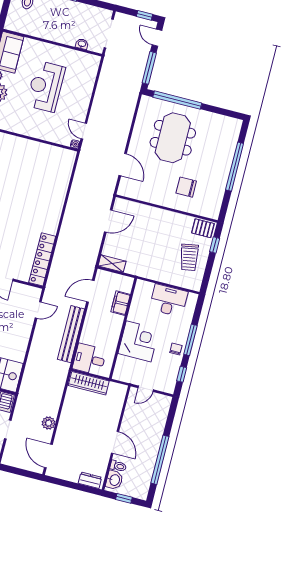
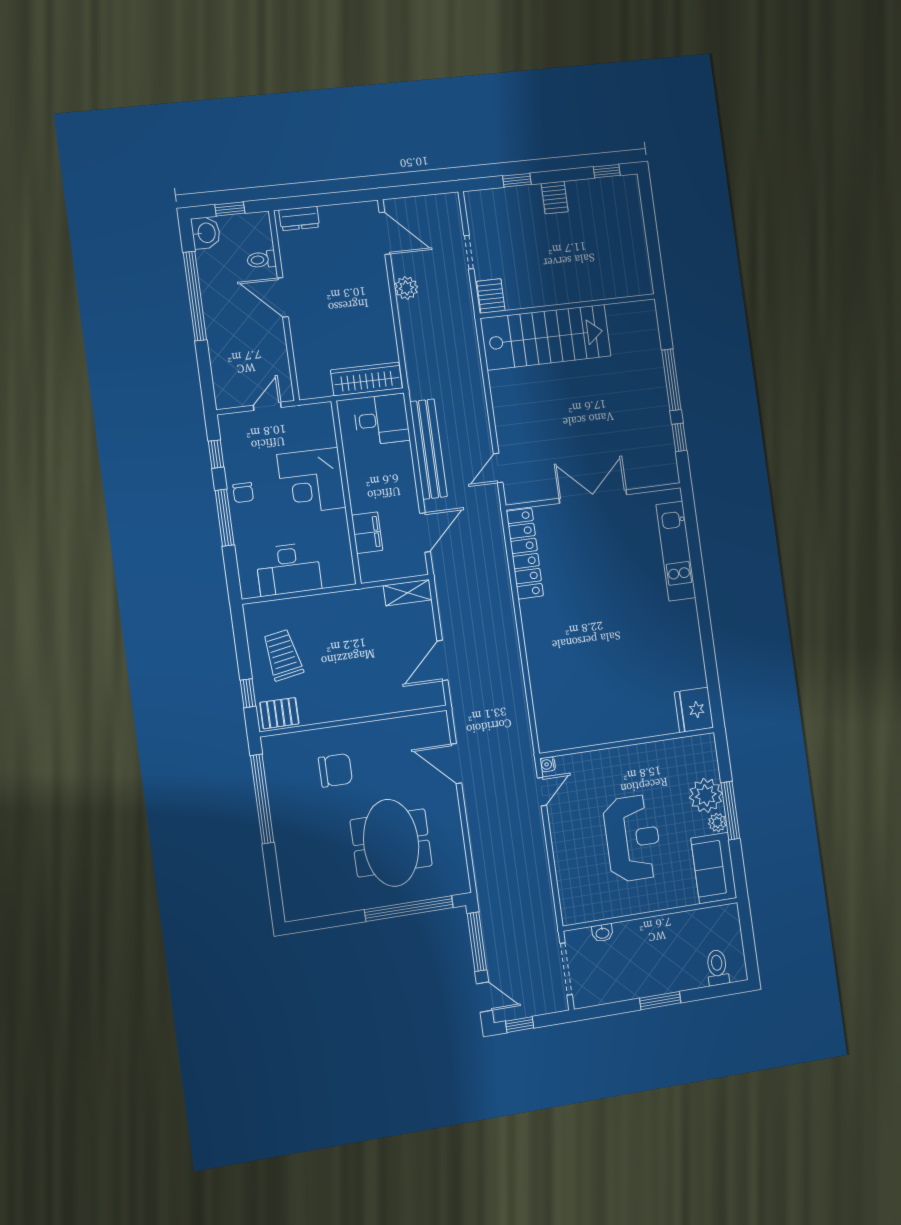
door: (84, 131) -> (542, 792), hinge flipped
window: (235, 167) -> (262, 799), moved
washbasin: (114, 480) -> (206, 233), moved, turned 180

